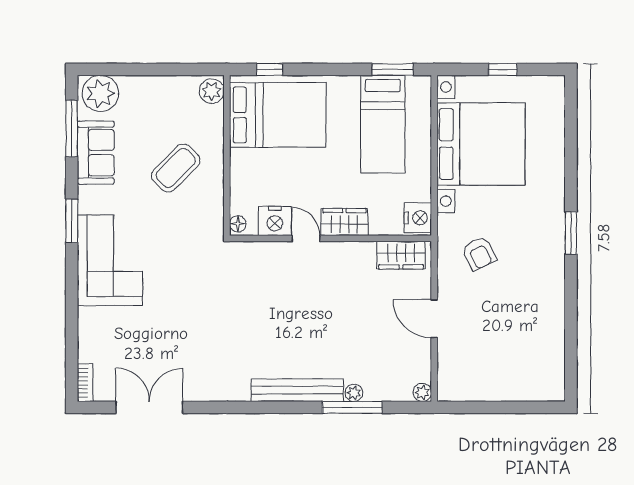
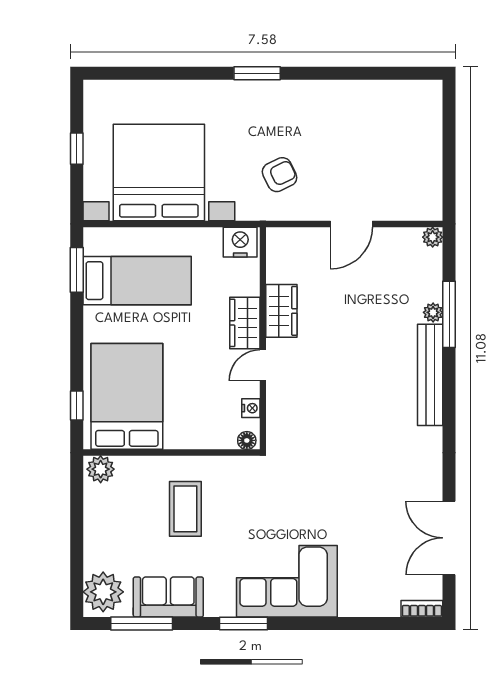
coffee table: (176, 168) -> (185, 509), turned 45
nightstand: (275, 221) -> (251, 408), width x0.53, depth x0.56
wardrobe: (401, 255) -> (281, 311), moved

